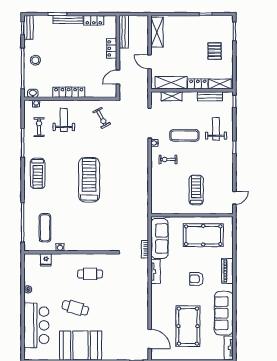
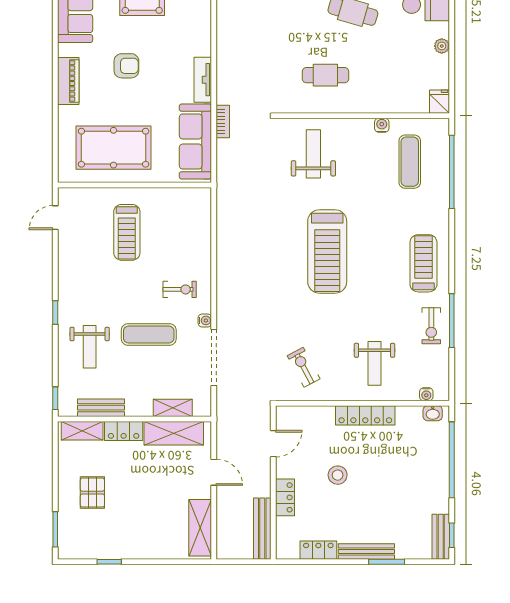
stool: (35, 60) -> (338, 475), moved
exercise bike: (39, 127) -> (431, 326), moved
weight bench: (96, 232) -> (313, 154), added
fridge: (46, 260) -> (439, 102), moved

